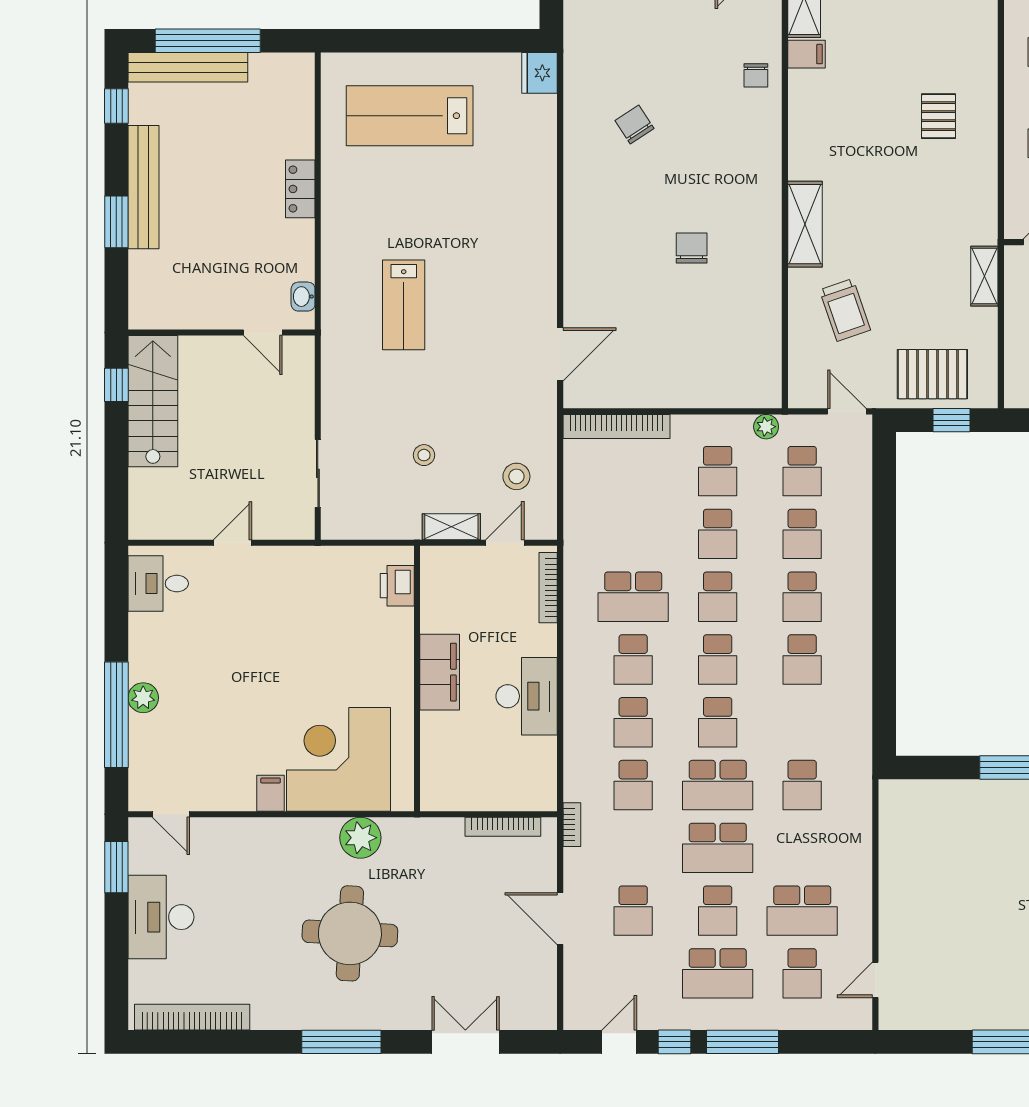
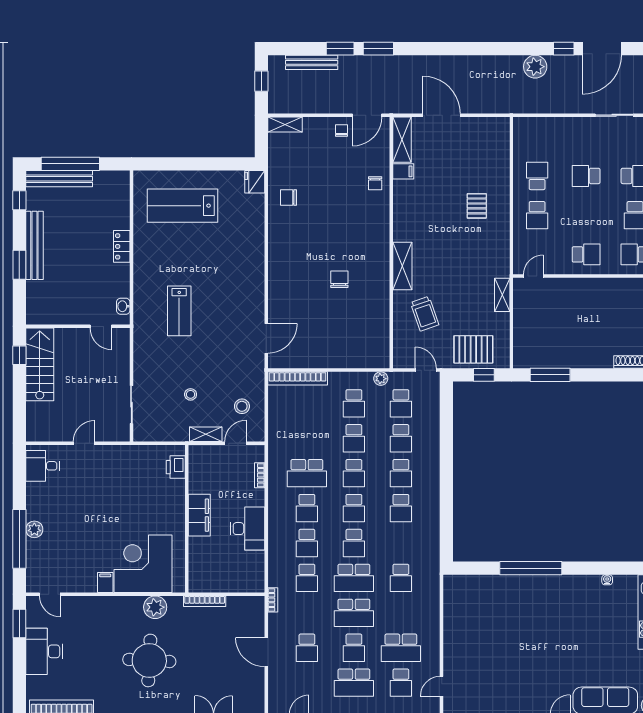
chair: (635, 125) -> (288, 198), moved, turned -57
bookcase: (548, 588) -> (260, 475), width x0.64
bookcase: (503, 827) -> (205, 601), moved

